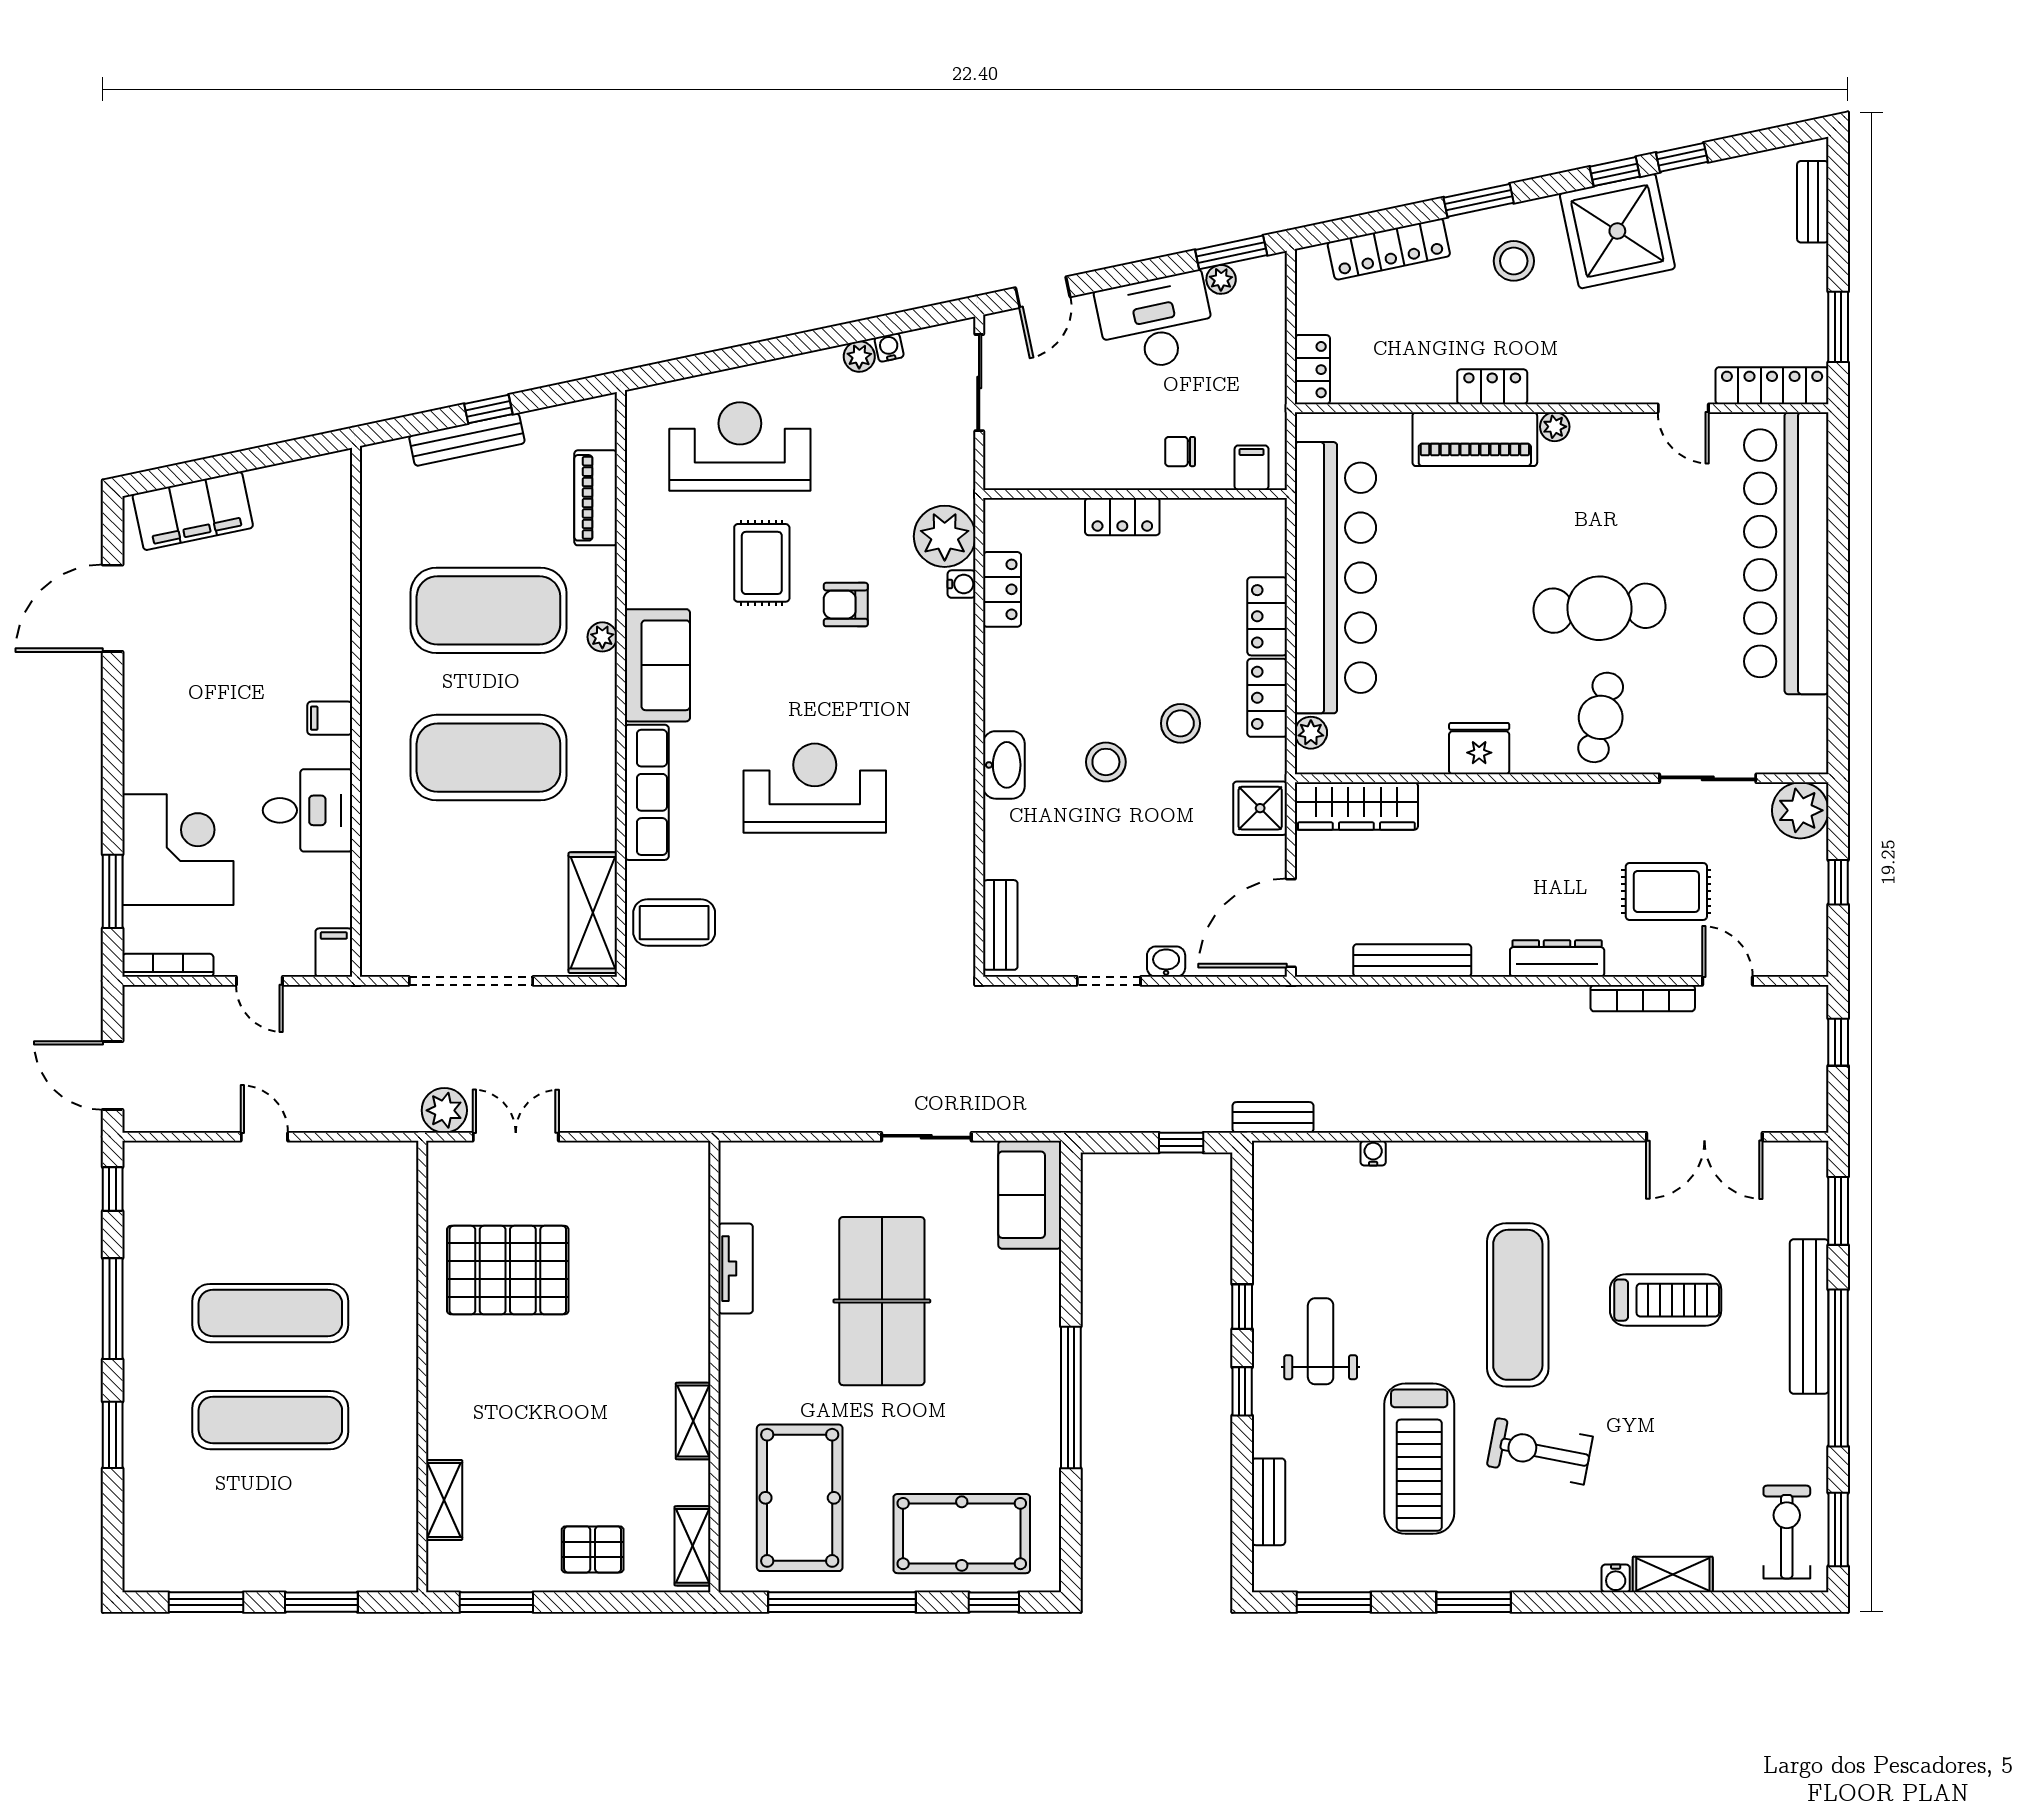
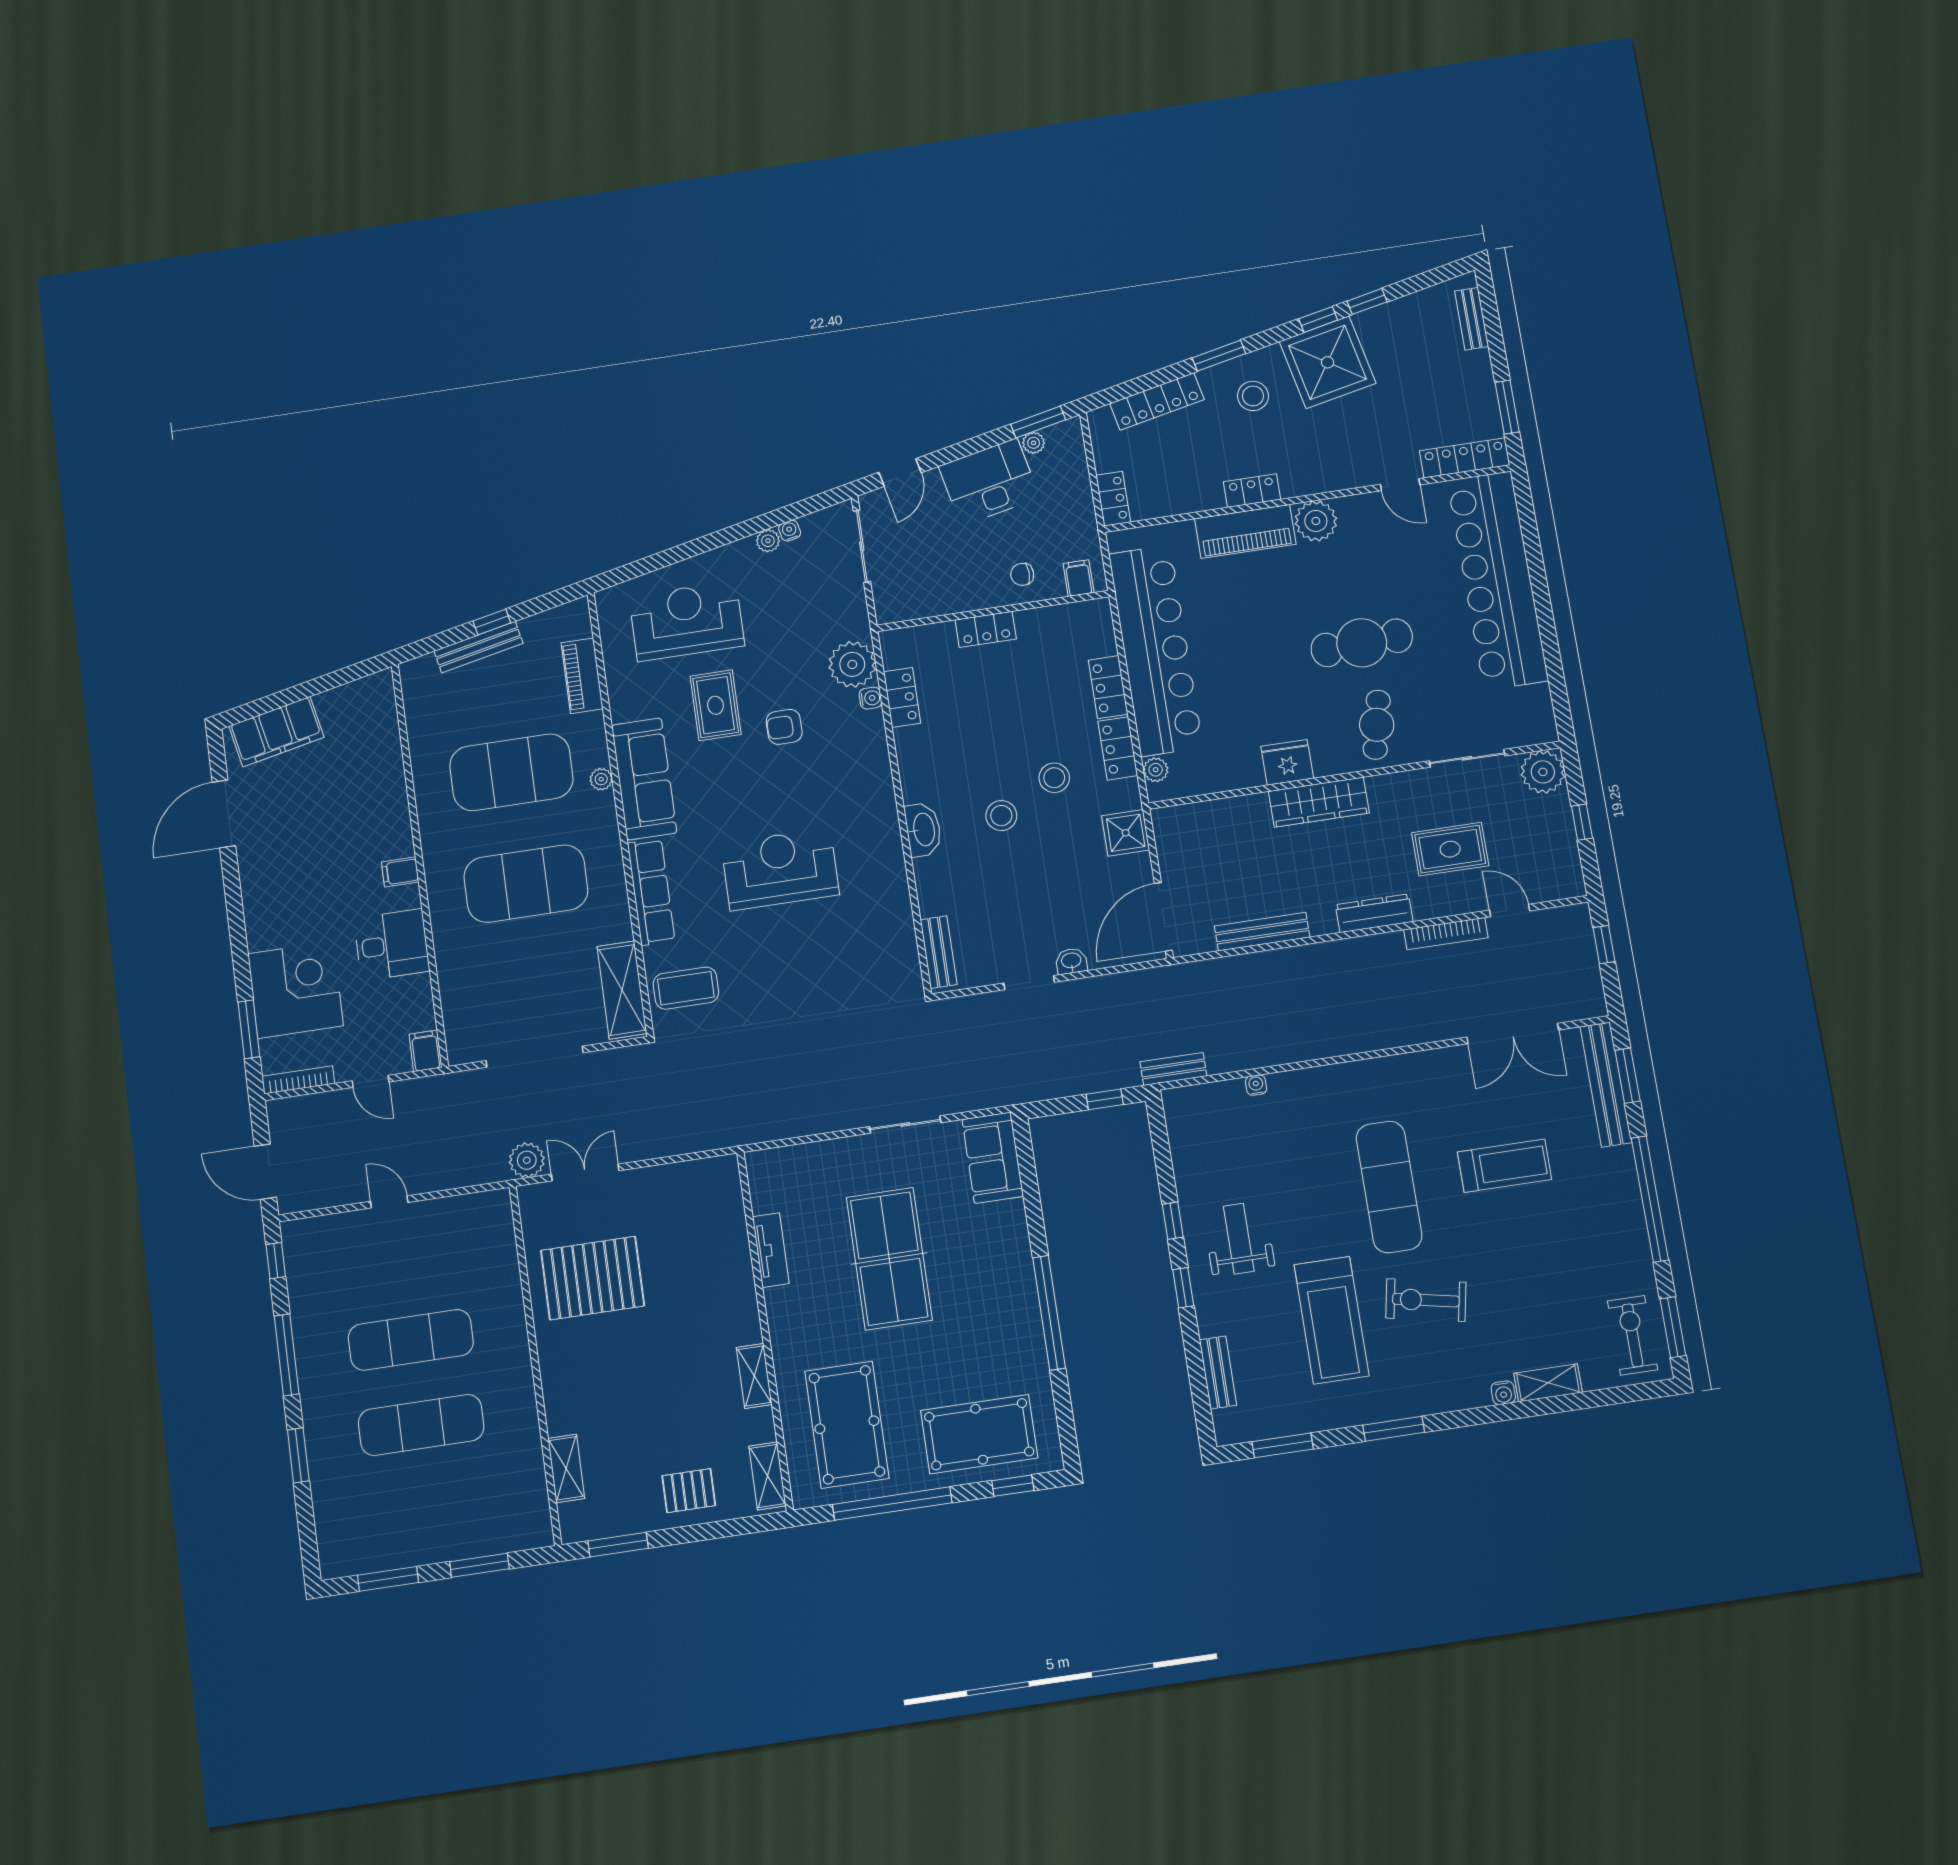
plant: (1555, 427) -> (1316, 521), width x1.88, depth x1.88
sofa: (657, 665) -> (644, 779), width x1.36
wardrobe: (1356, 806) -> (1319, 802), moved
bench: (1809, 1316) -> (1606, 1085), moved

